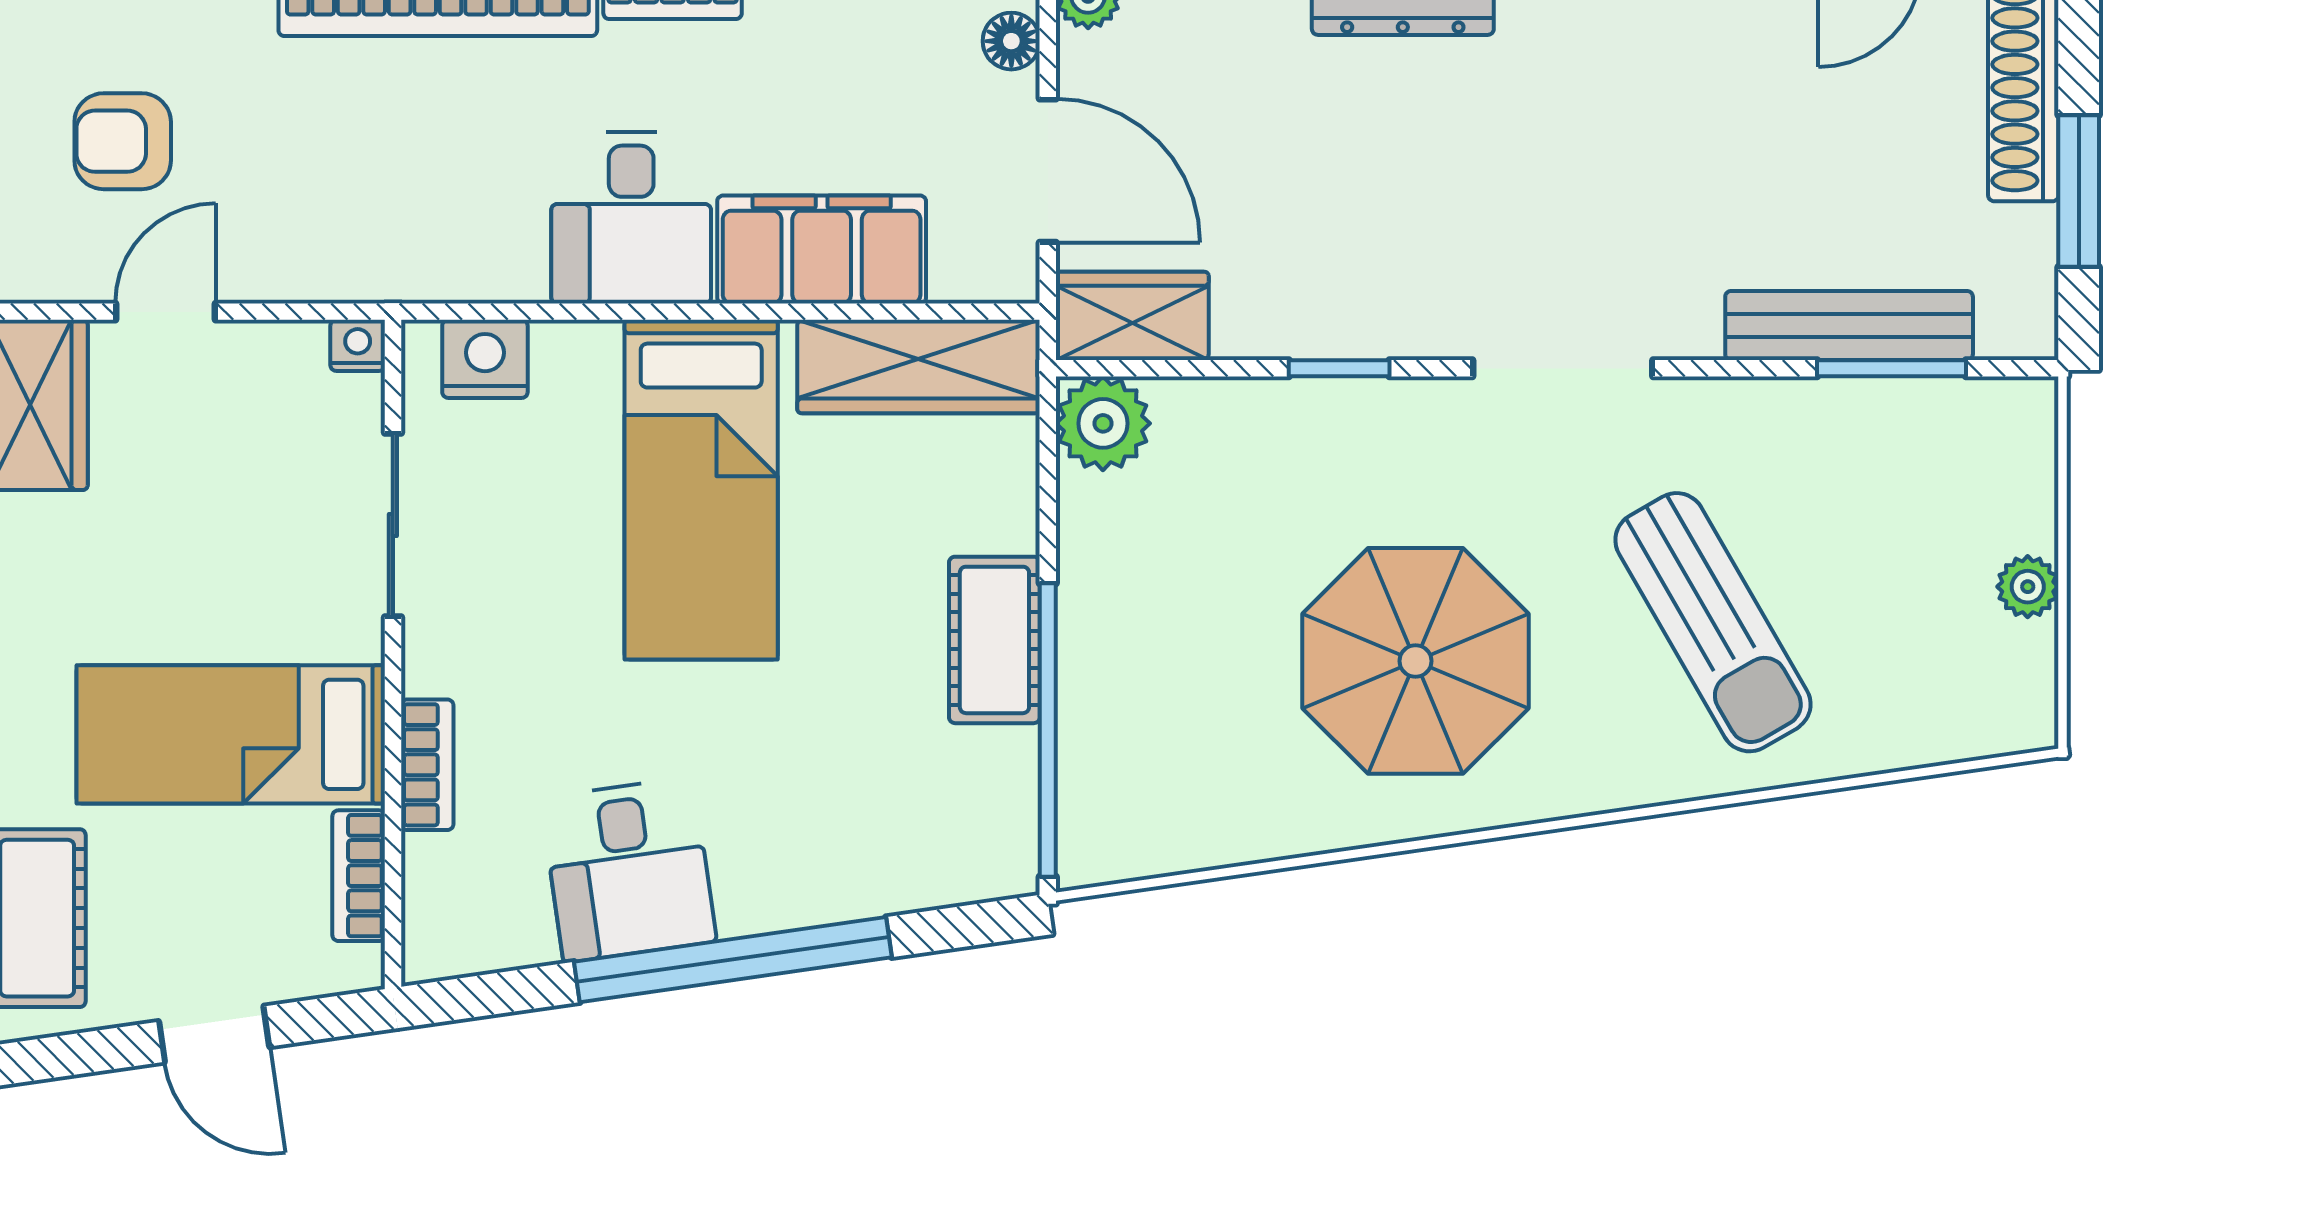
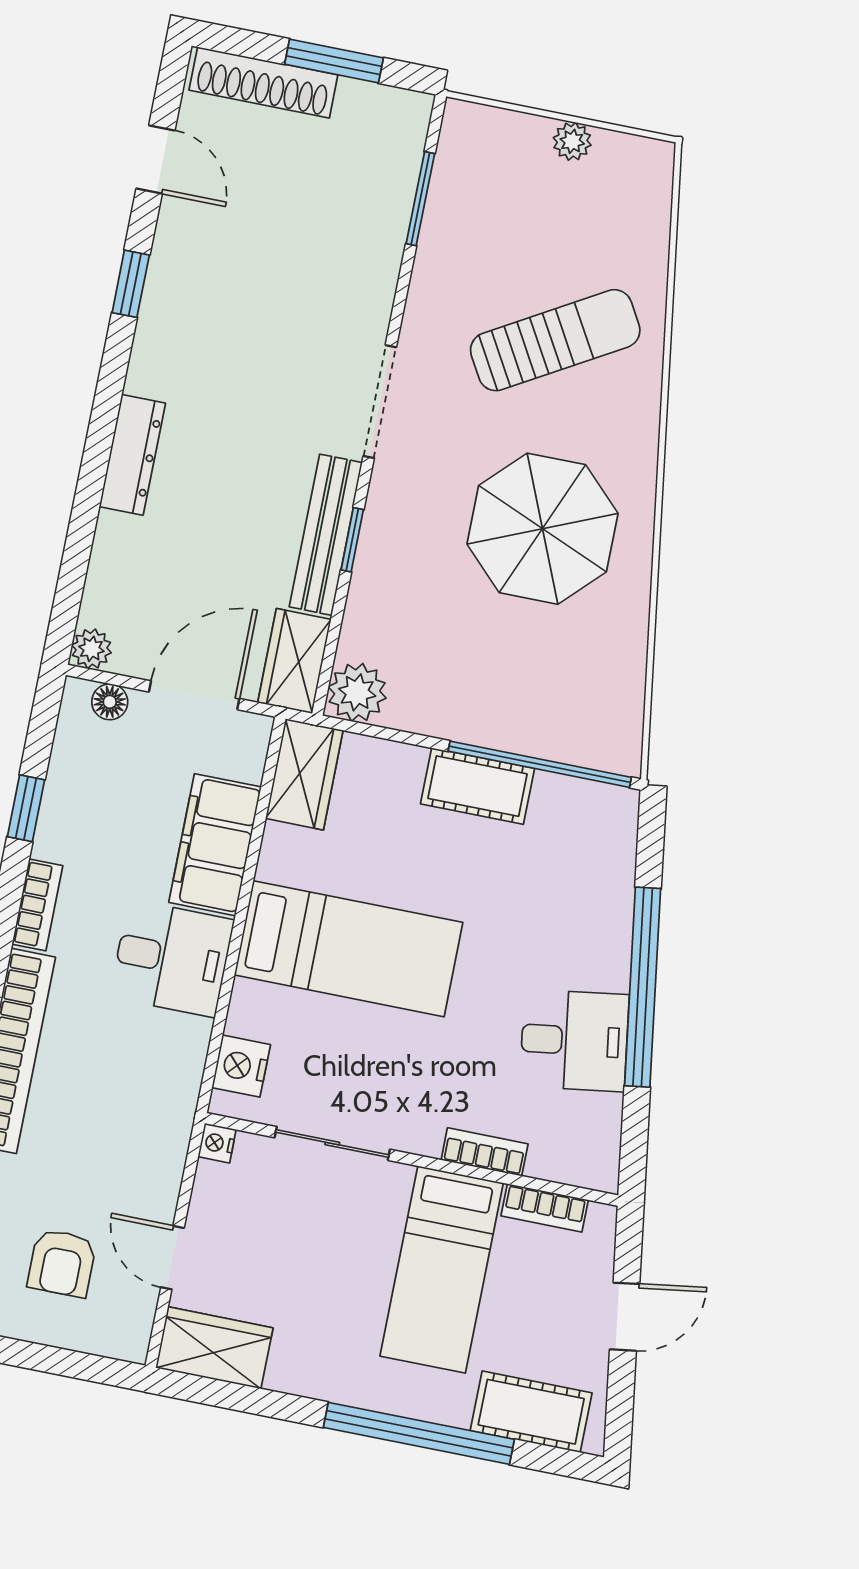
bench: (1849, 325) -> (326, 535), moved
wardrobe: (919, 367) -> (304, 774), width x0.67

